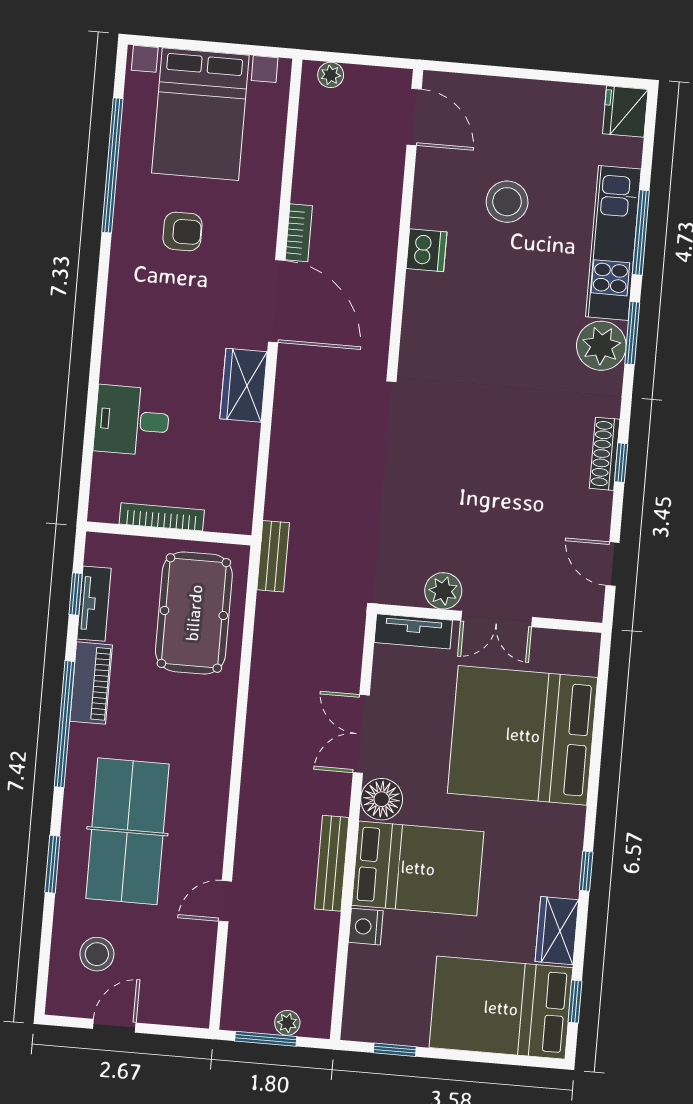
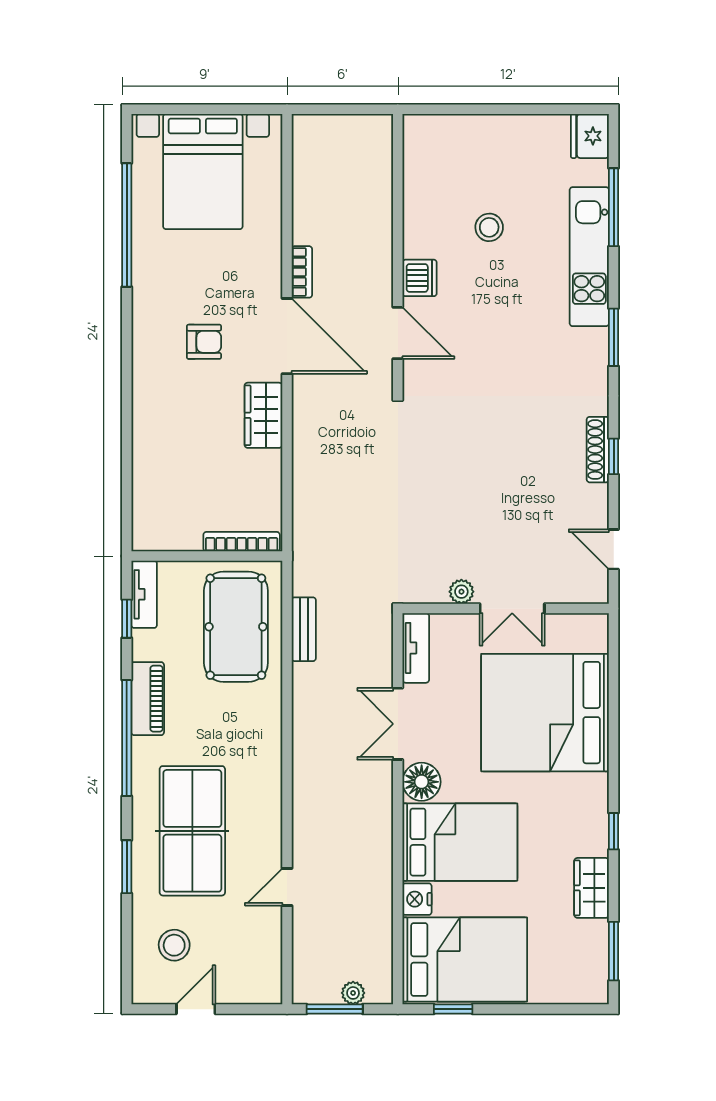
plant: (331, 75) -> (318, 126), removed
door: (414, 117) -> (398, 333), moved
stool: (507, 202) -> (489, 227), width x0.73, depth x0.73
armchair: (183, 231) -> (204, 342), moved
window: (641, 233) -> (614, 207), moved
plant: (601, 346) -> (586, 351), removed
desk: (132, 420) -> (164, 456), removed
bookcase: (162, 517) -> (242, 542), moved
bench: (273, 556) -> (304, 629), moved
plant: (443, 591) -> (461, 592), width x0.73, depth x0.73
tv unit: (94, 604) -> (144, 594), moved
tv unit: (413, 631) -> (416, 648), moved, turned -90
bench: (332, 863) -> (381, 844), removed
window: (575, 1002) -> (614, 951), width x1.50
bed: (501, 1008) -> (465, 959), moved, turned 180

